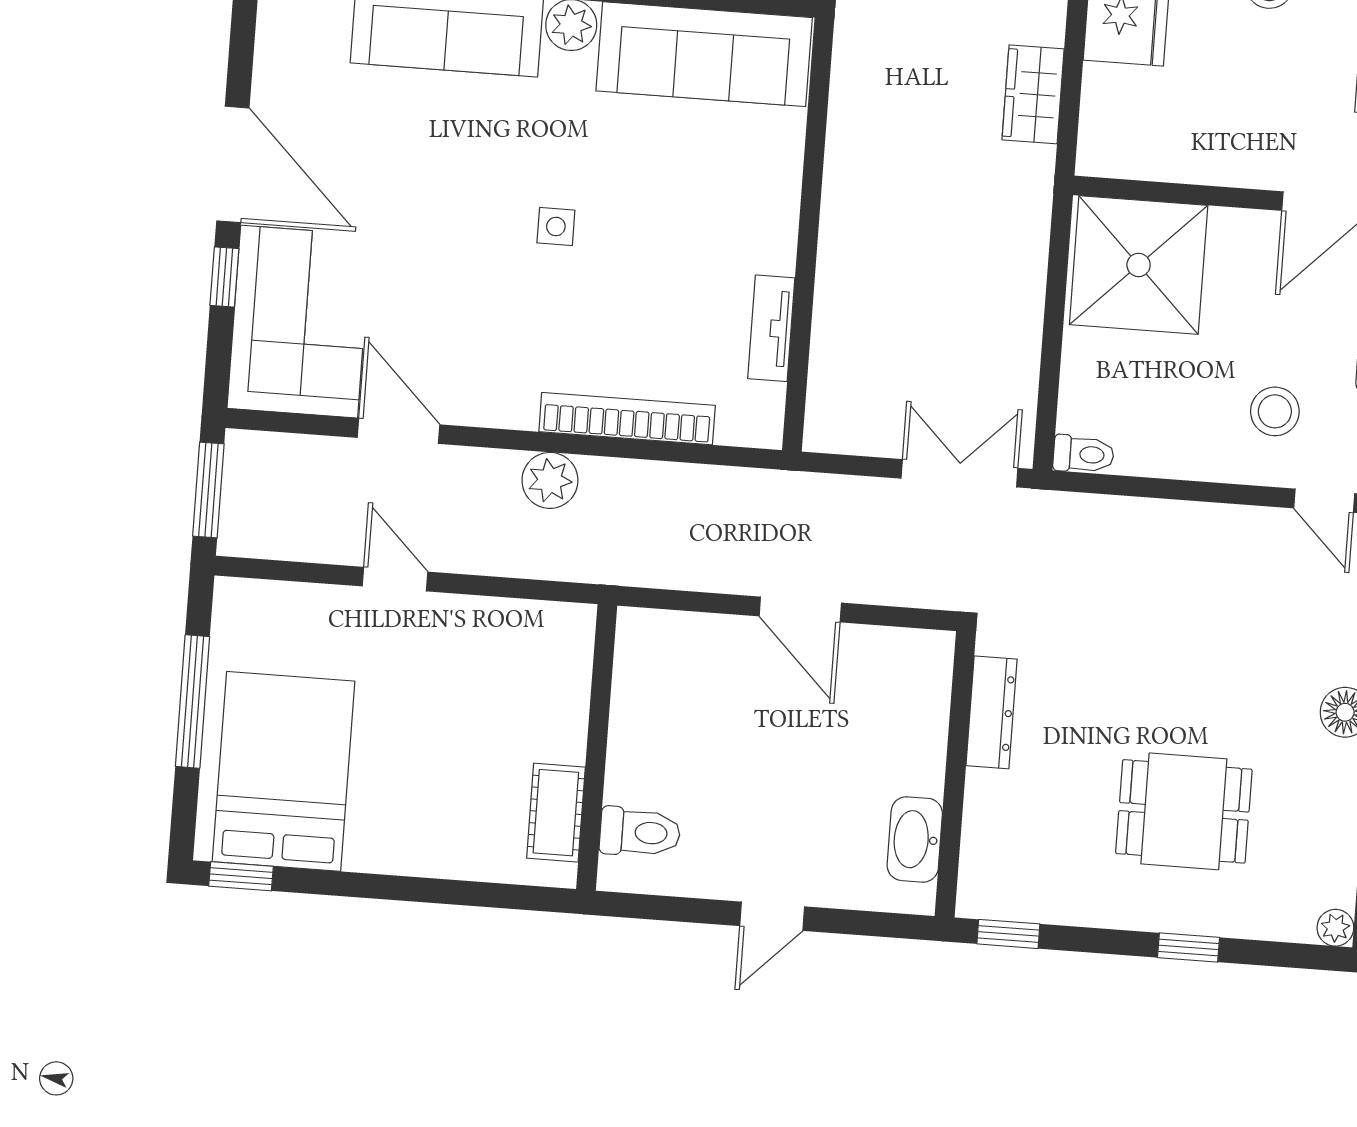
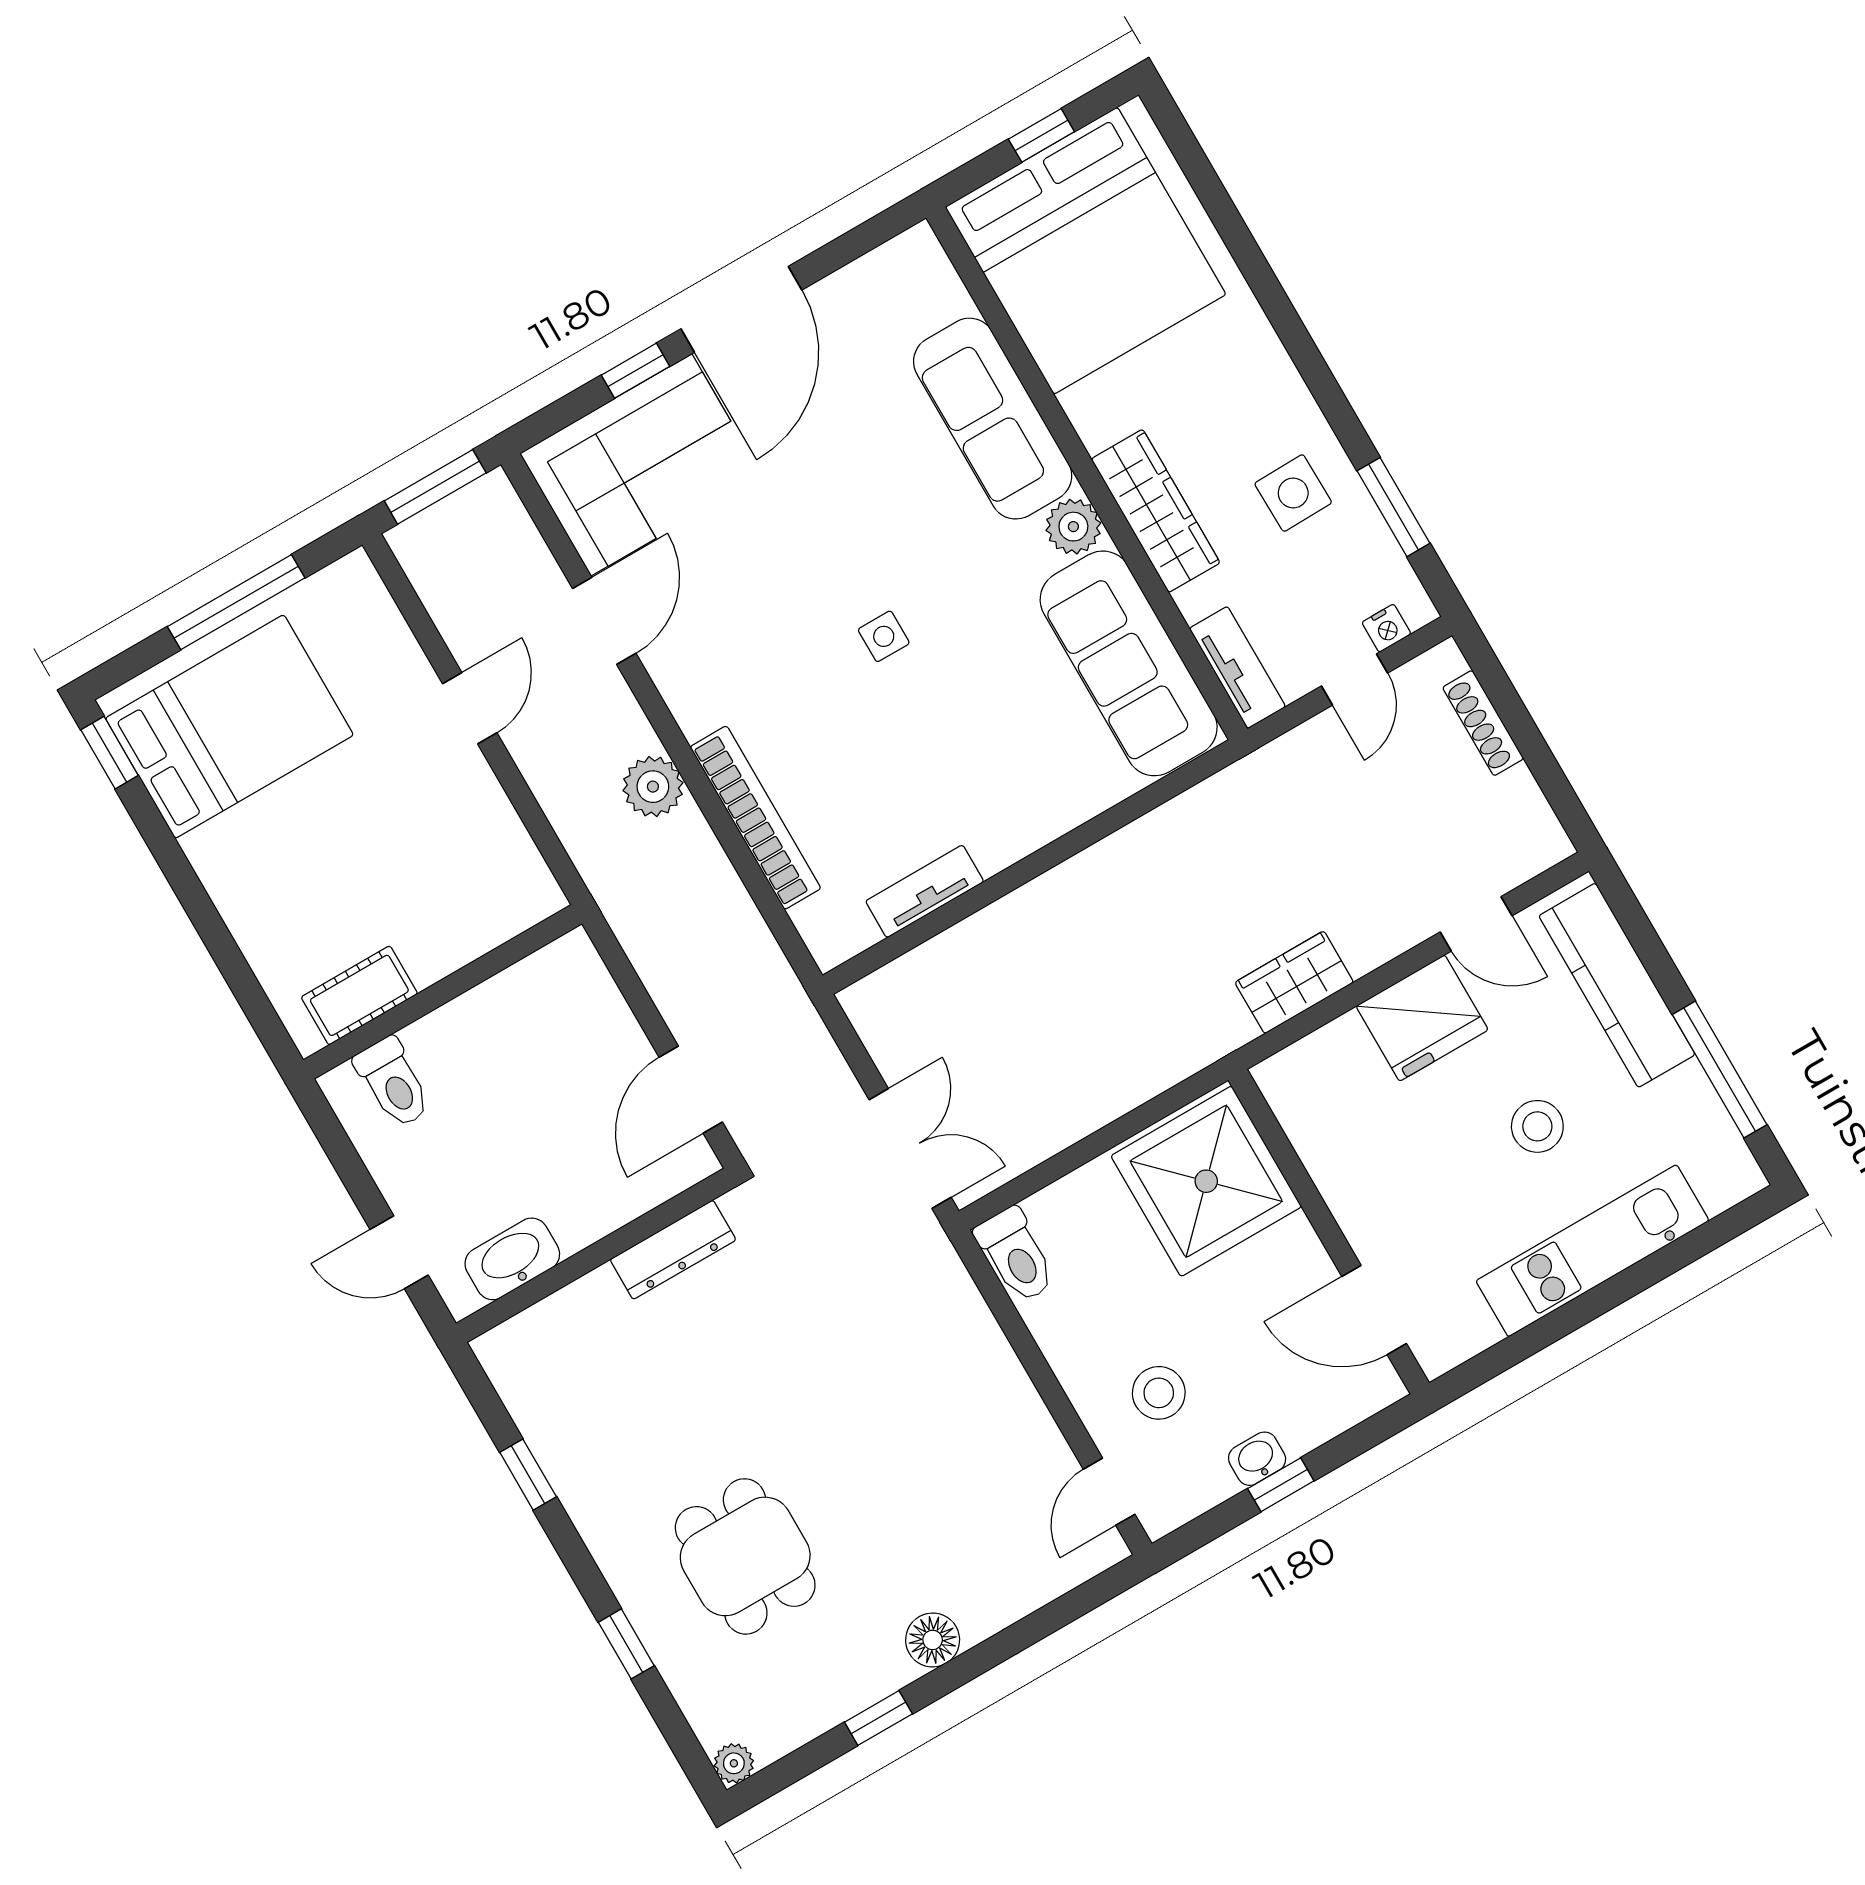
toilet: (1084, 454) -> (1016, 1255), width x1.37, depth x1.39
dresser: (991, 712) -> (673, 1250), moved
wall: (955, 774) -> (595, 1255), moved
washbasin: (915, 839) -> (512, 1259), moved

